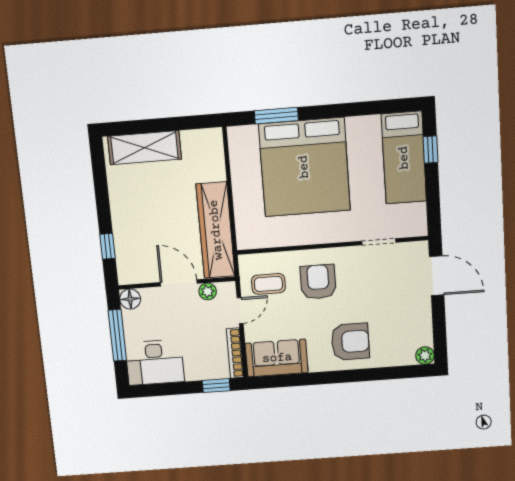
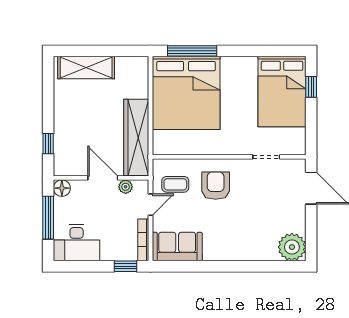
window: (276, 116) -> (192, 51), width x1.44
bed: (404, 158) -> (282, 92), width x1.50
bed: (304, 167) -> (186, 93), moved
armchair: (350, 342) -> (238, 237), removed
plant: (425, 356) -> (292, 247), width x1.87, depth x1.87

